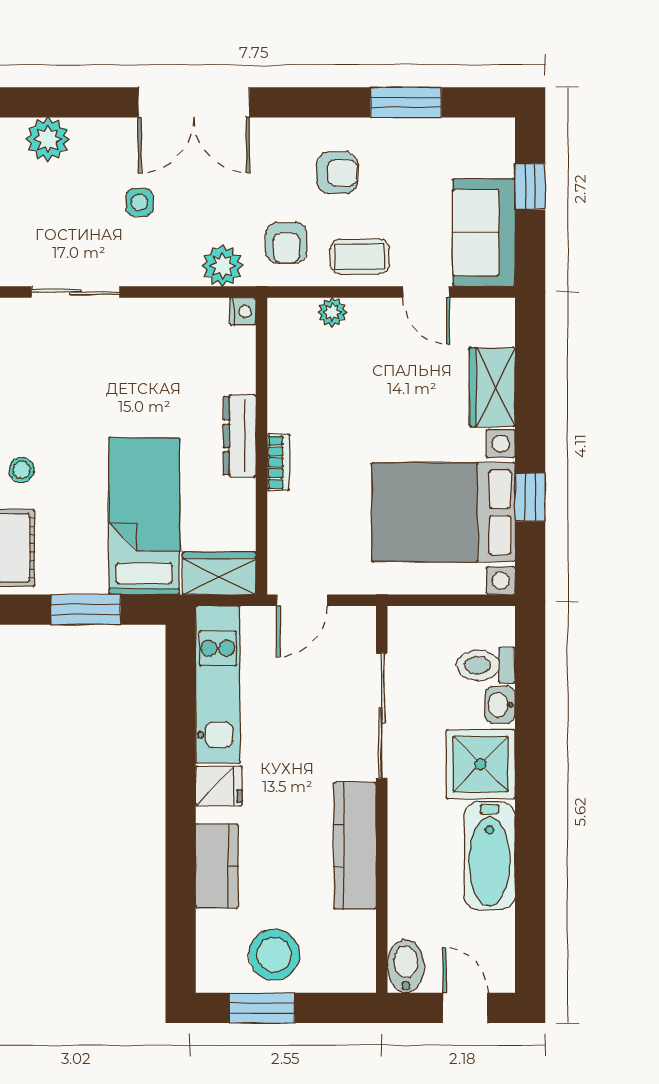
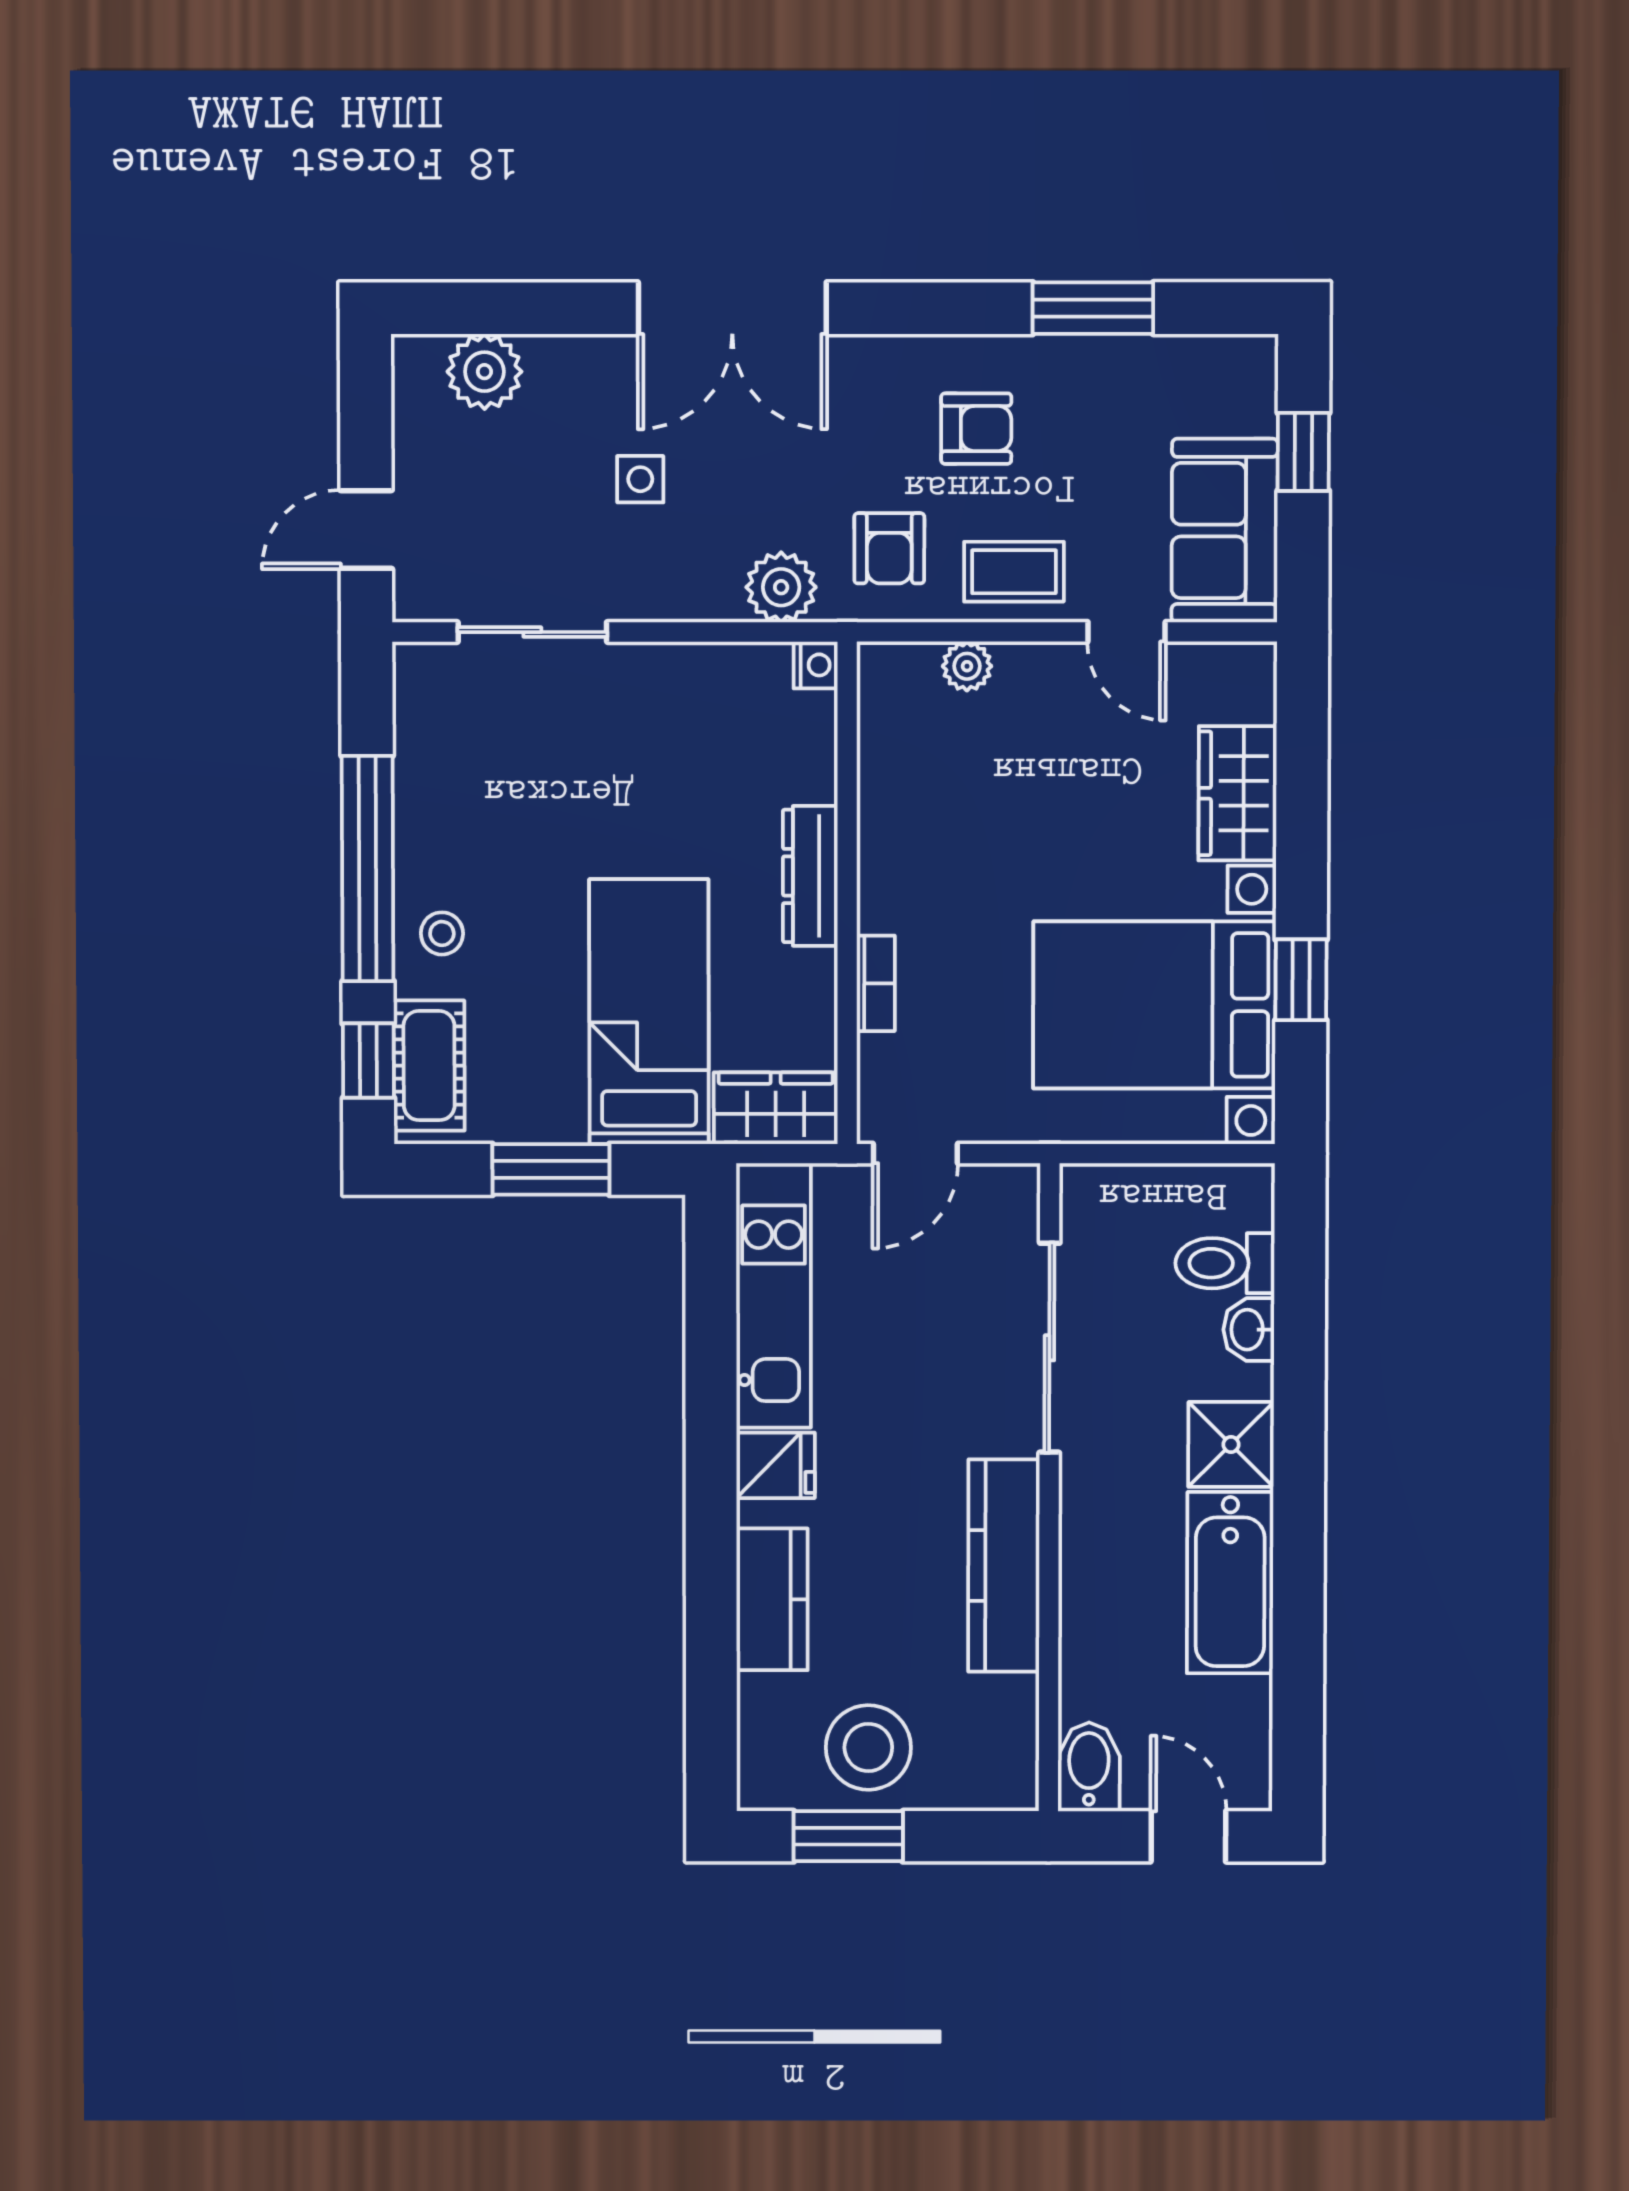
bookcase: (278, 462) -> (876, 983), moved
shower: (481, 764) -> (1231, 1444), width x0.73, depth x0.73

